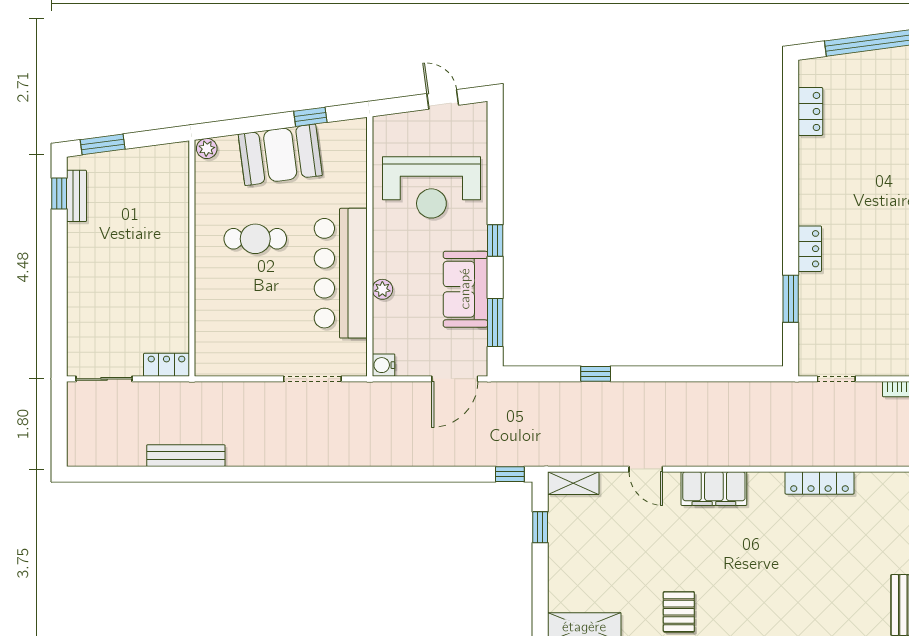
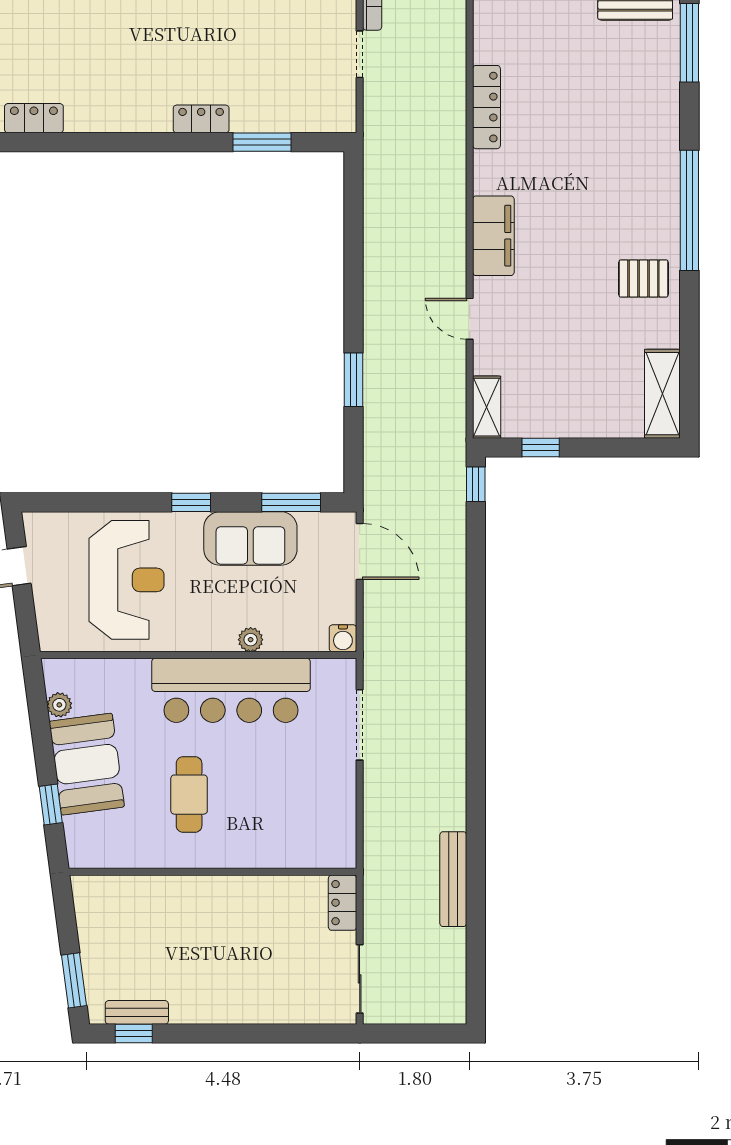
window: (310, 117) -> (51, 805), moved
plant: (207, 148) -> (59, 705), moved
window: (596, 374) -> (354, 380), width x1.50
doorway: (836, 379) -> (360, 54), moved
door: (646, 469) -> (470, 319), swing flipped

